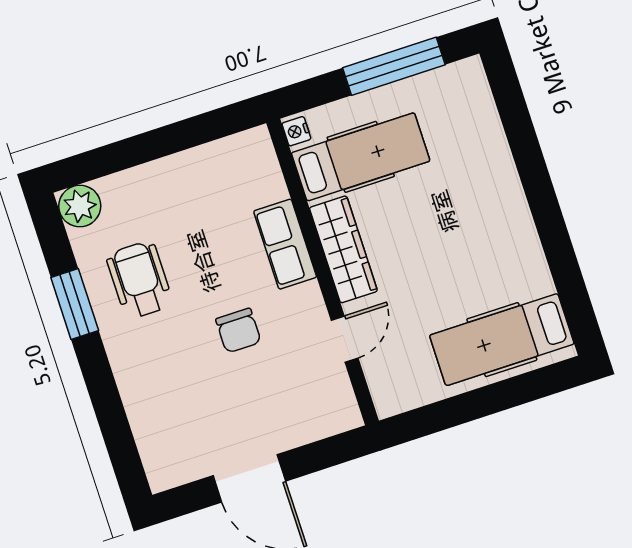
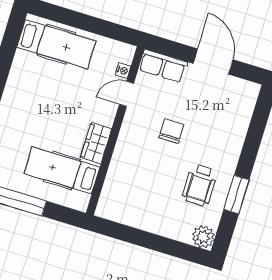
nightstand: (296, 131) -> (123, 70), moved
row of seats: (285, 244) -> (163, 66), moved, turned 90
wardrobe: (343, 249) -> (96, 143), width x0.67

